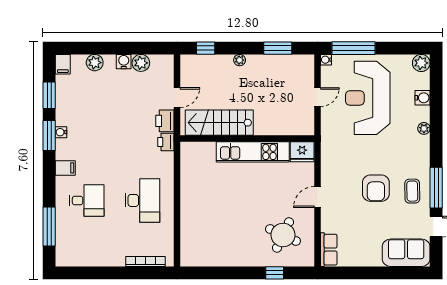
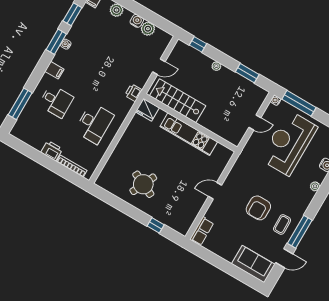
printer: (165, 121) -> (52, 151), moved, turned 90
fridge: (302, 152) -> (147, 110), moved
round table: (283, 235) -> (143, 184), moved

